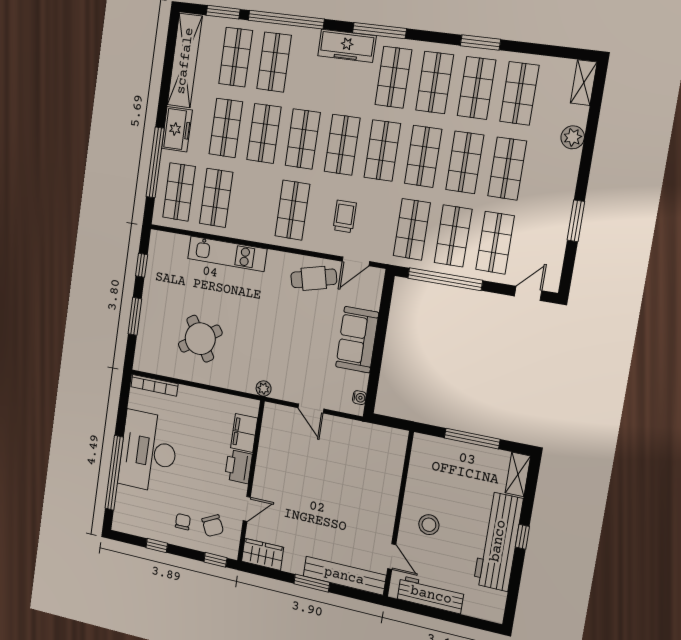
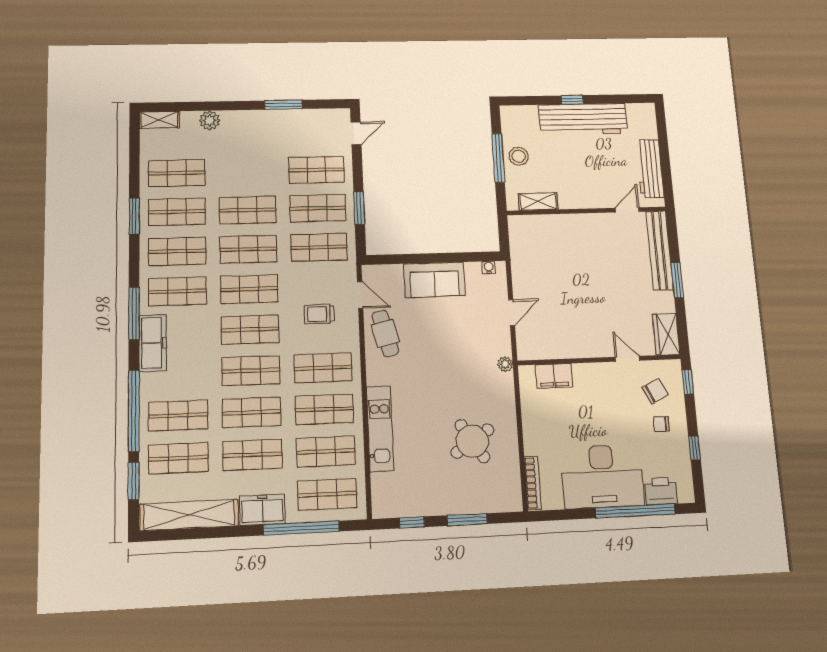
shop shelf: (507, 169) -> (324, 409), moved
window: (445, 279) -> (359, 208), width x0.47
door: (528, 293) -> (356, 133), swing flipped
printer: (238, 467) -> (661, 491), moved, turned 180
shelving: (518, 474) -> (538, 202), moved
stool: (429, 525) -> (519, 156), moved

